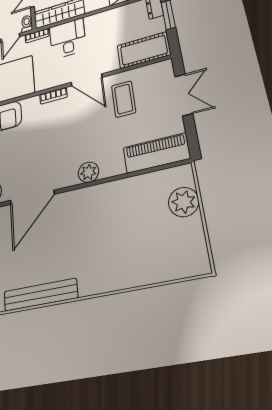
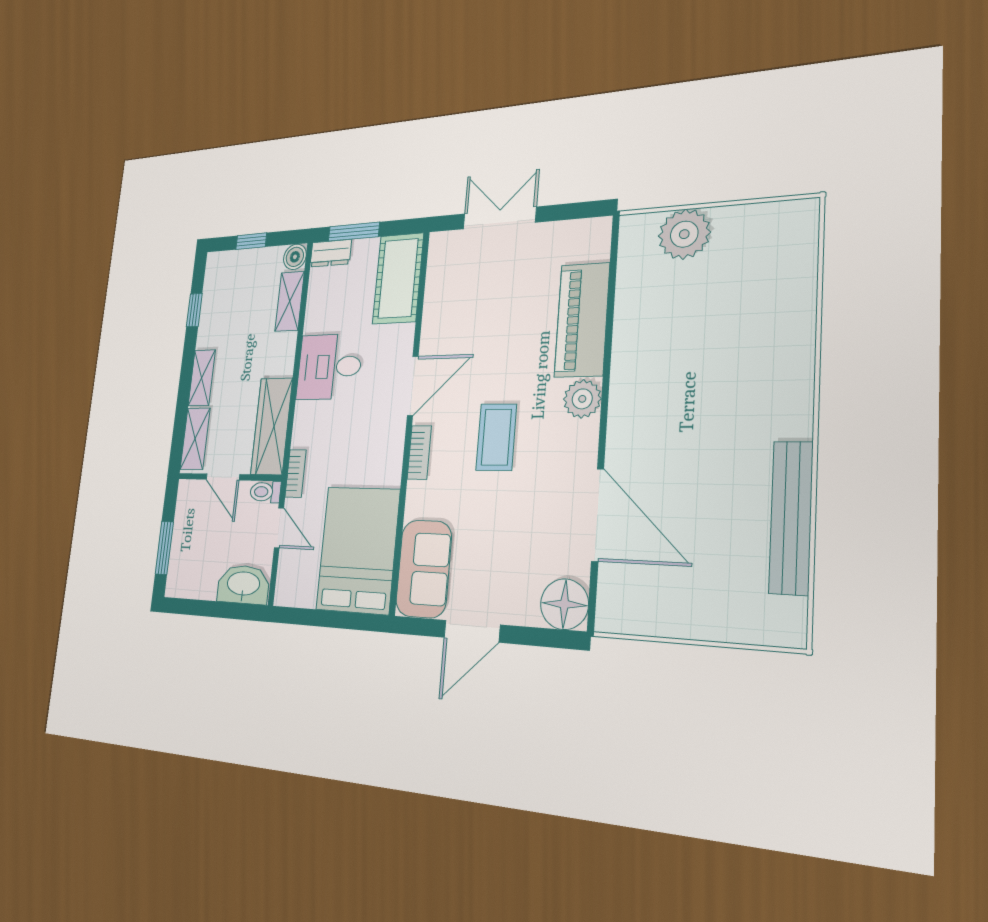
desk: (68, 38) -> (329, 367), moved
coffee table: (124, 99) -> (496, 437), moved, turned 90
piano: (156, 153) -> (582, 320), moved

